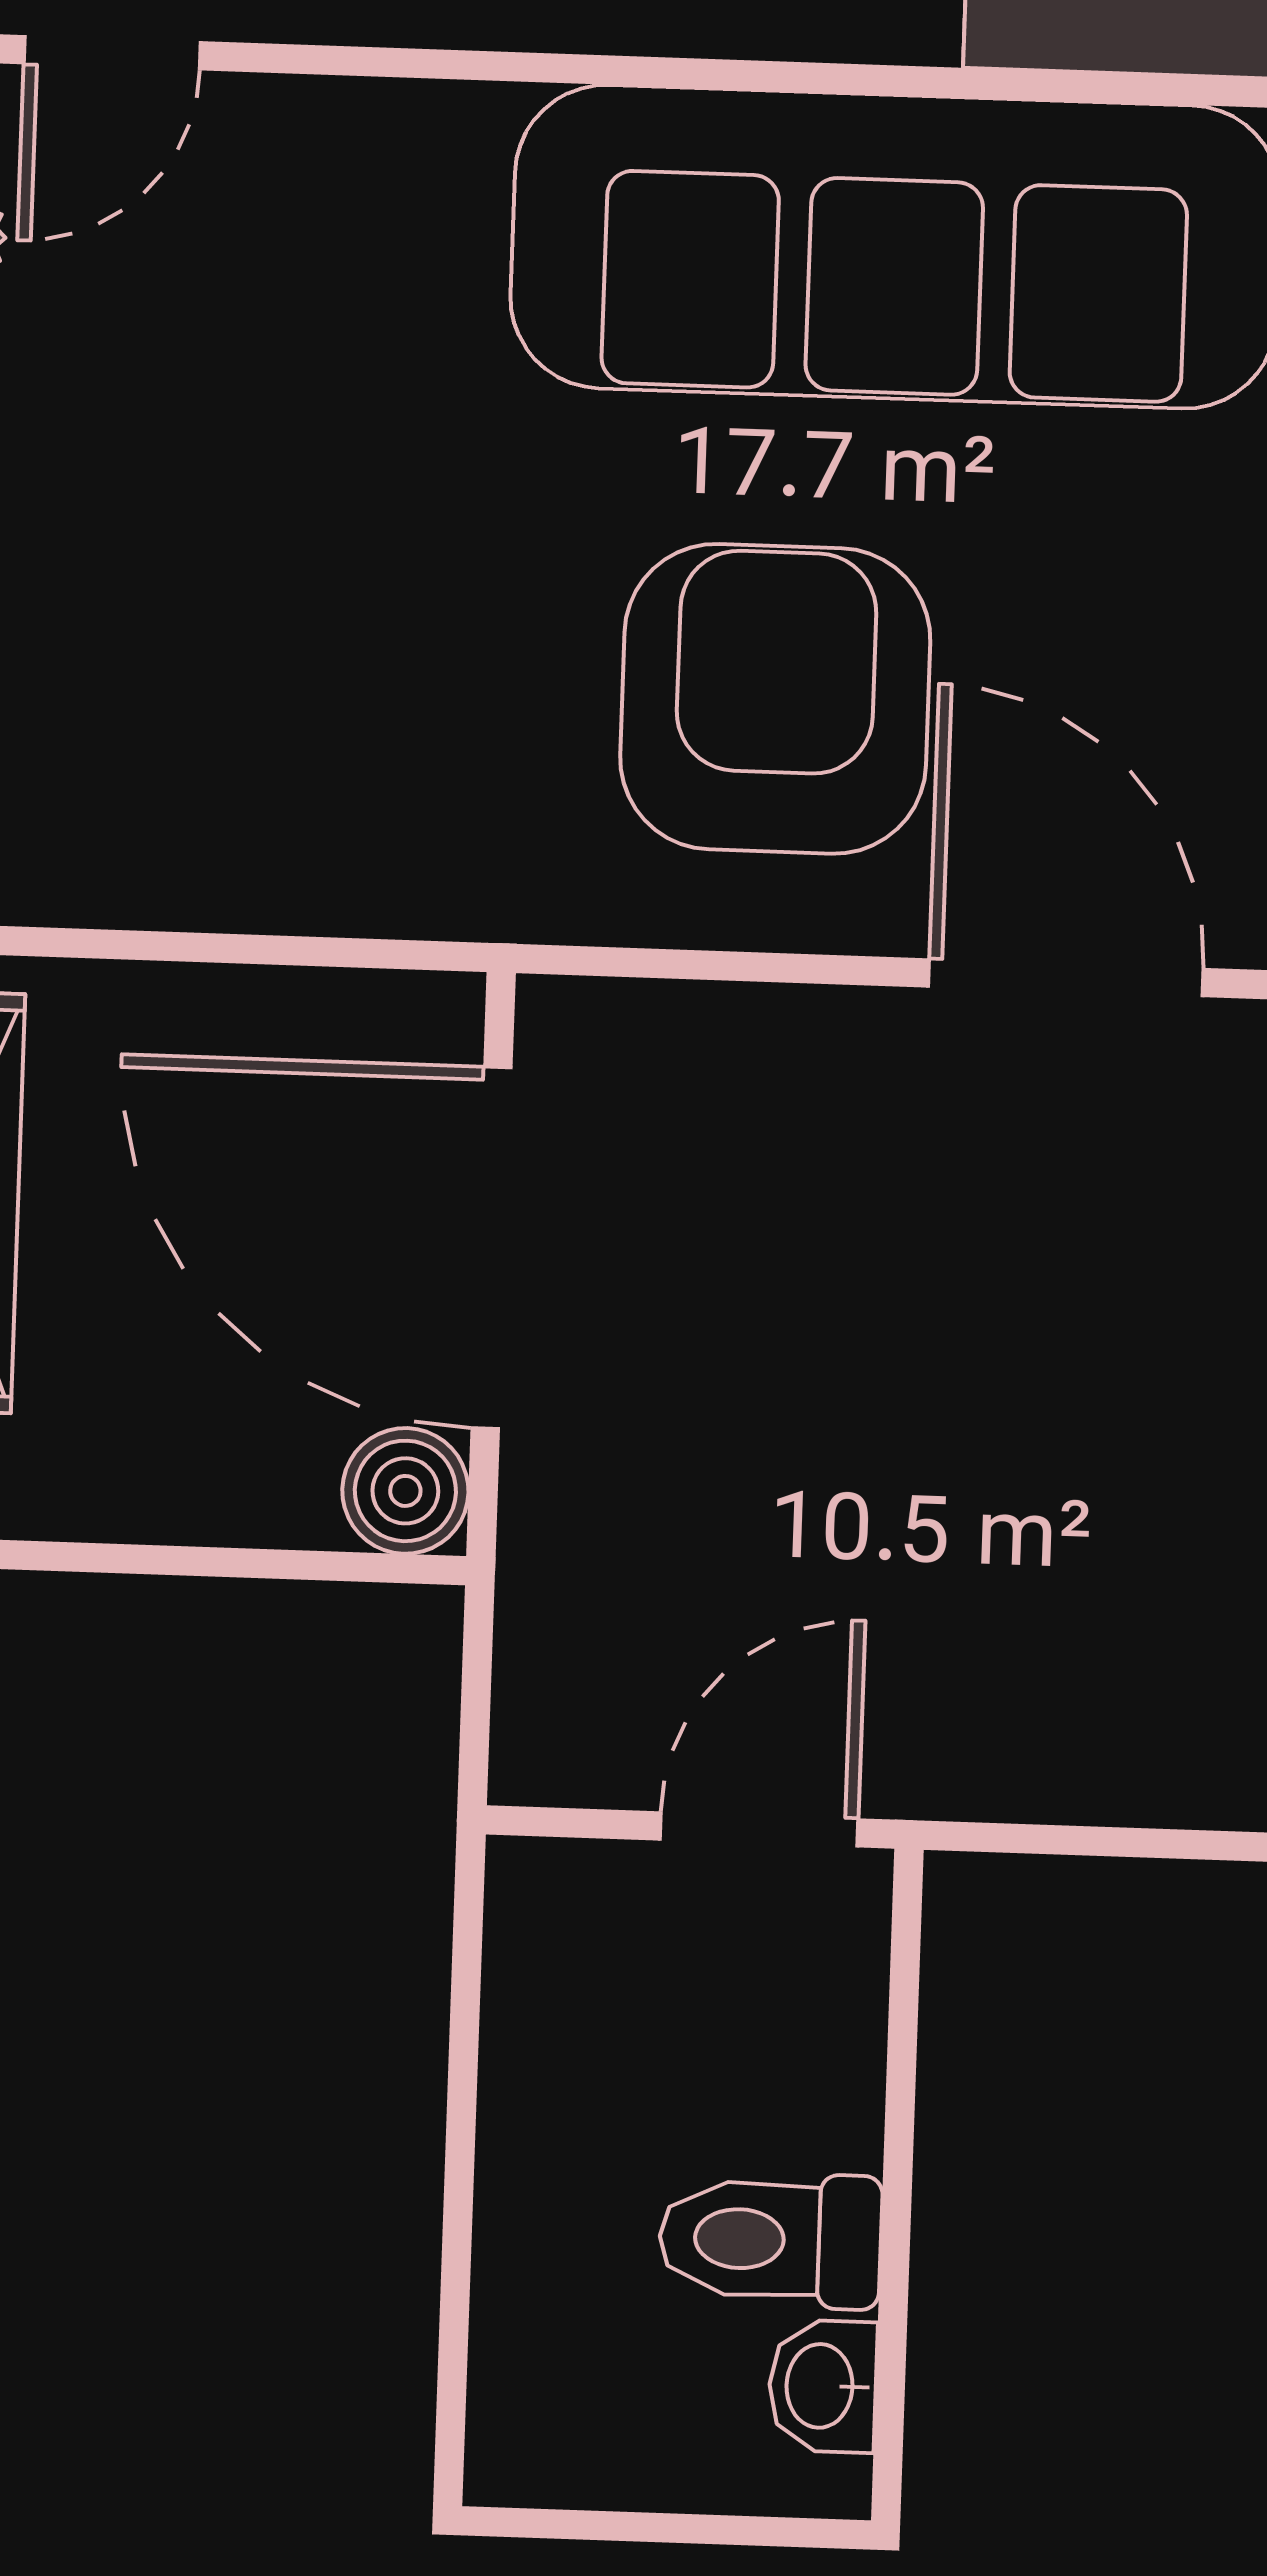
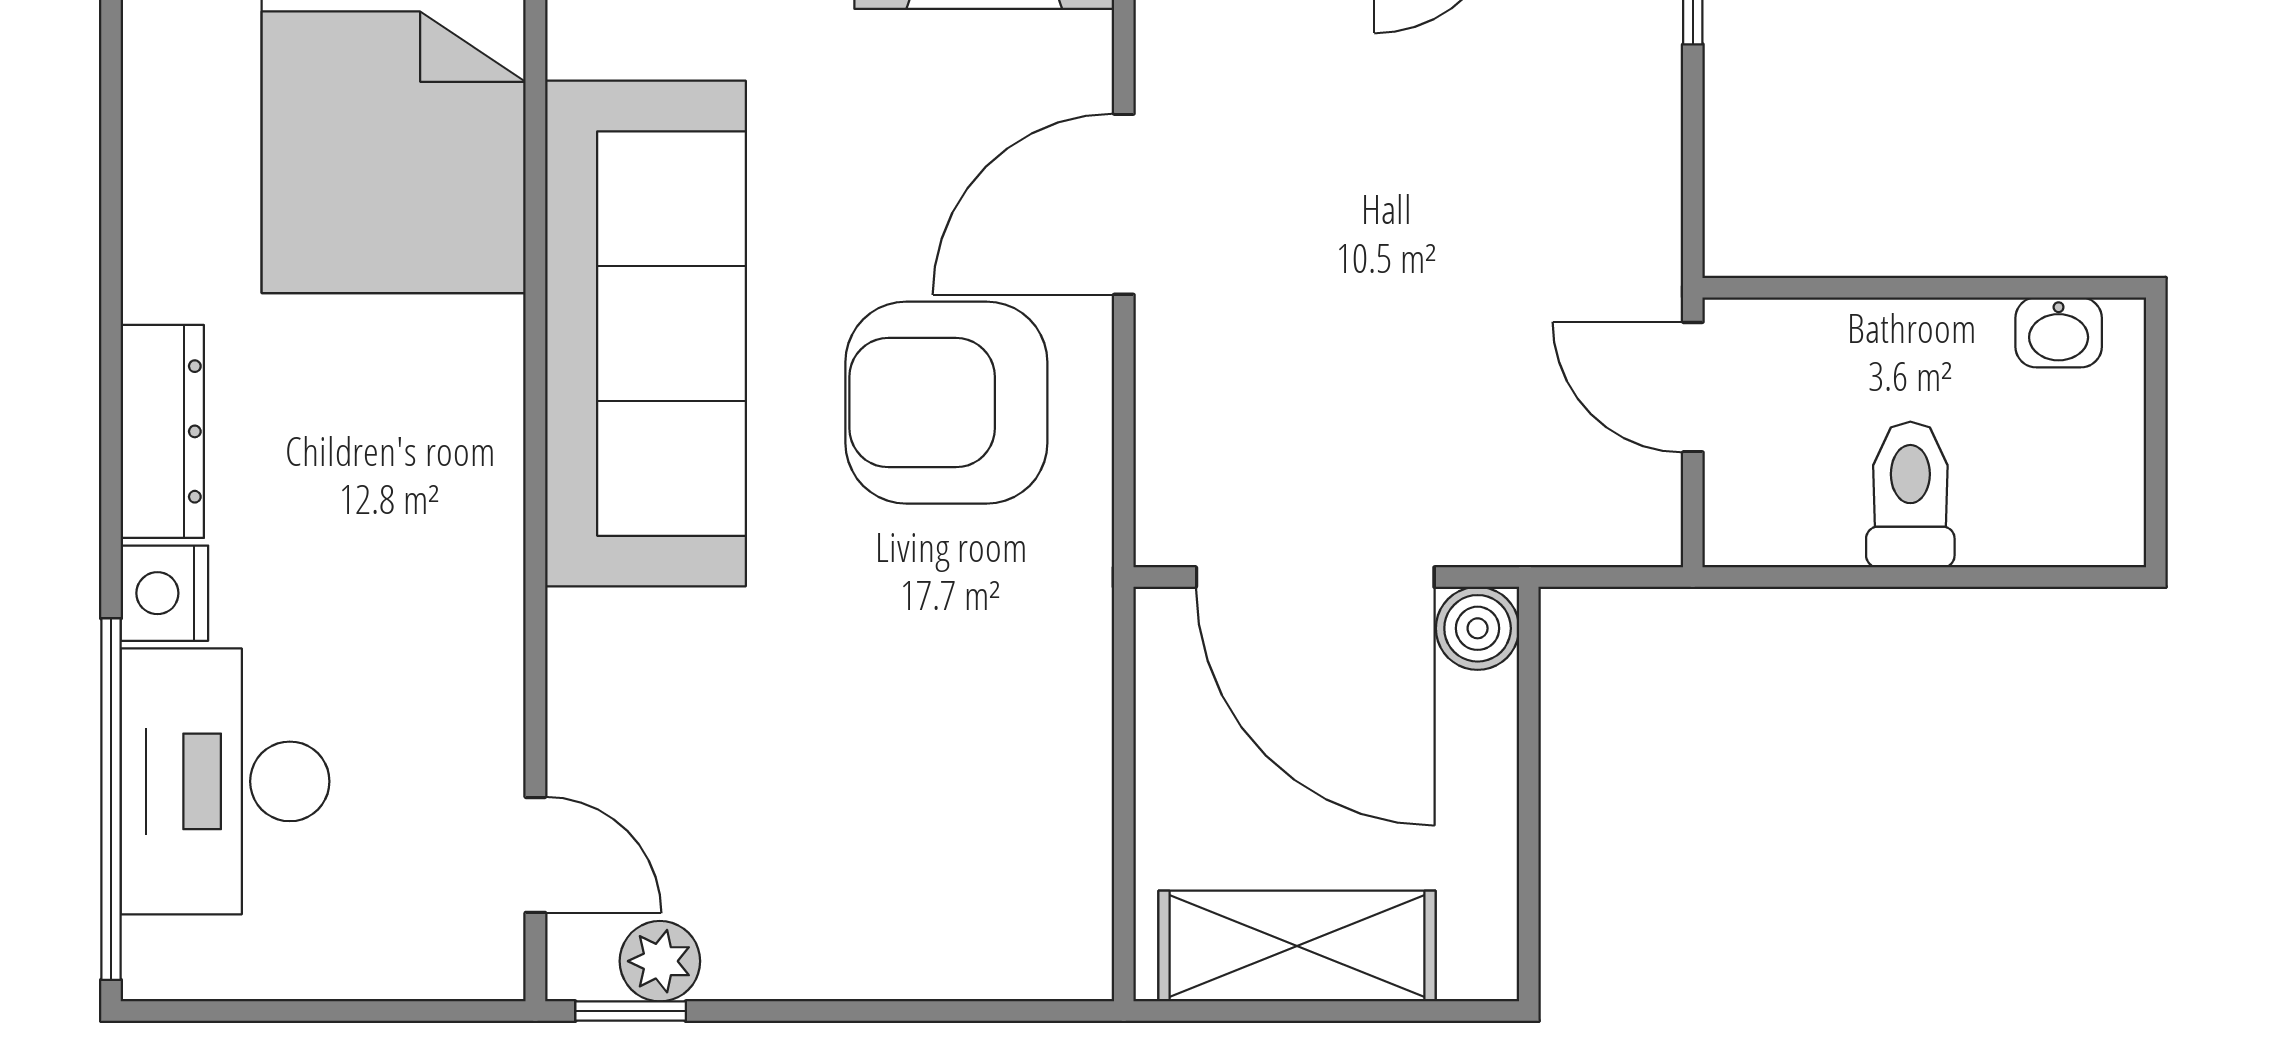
door: (492, 1248) -> (1315, 577), hinge flipped
toilet: (770, 2240) -> (1910, 494), moved, turned 180

